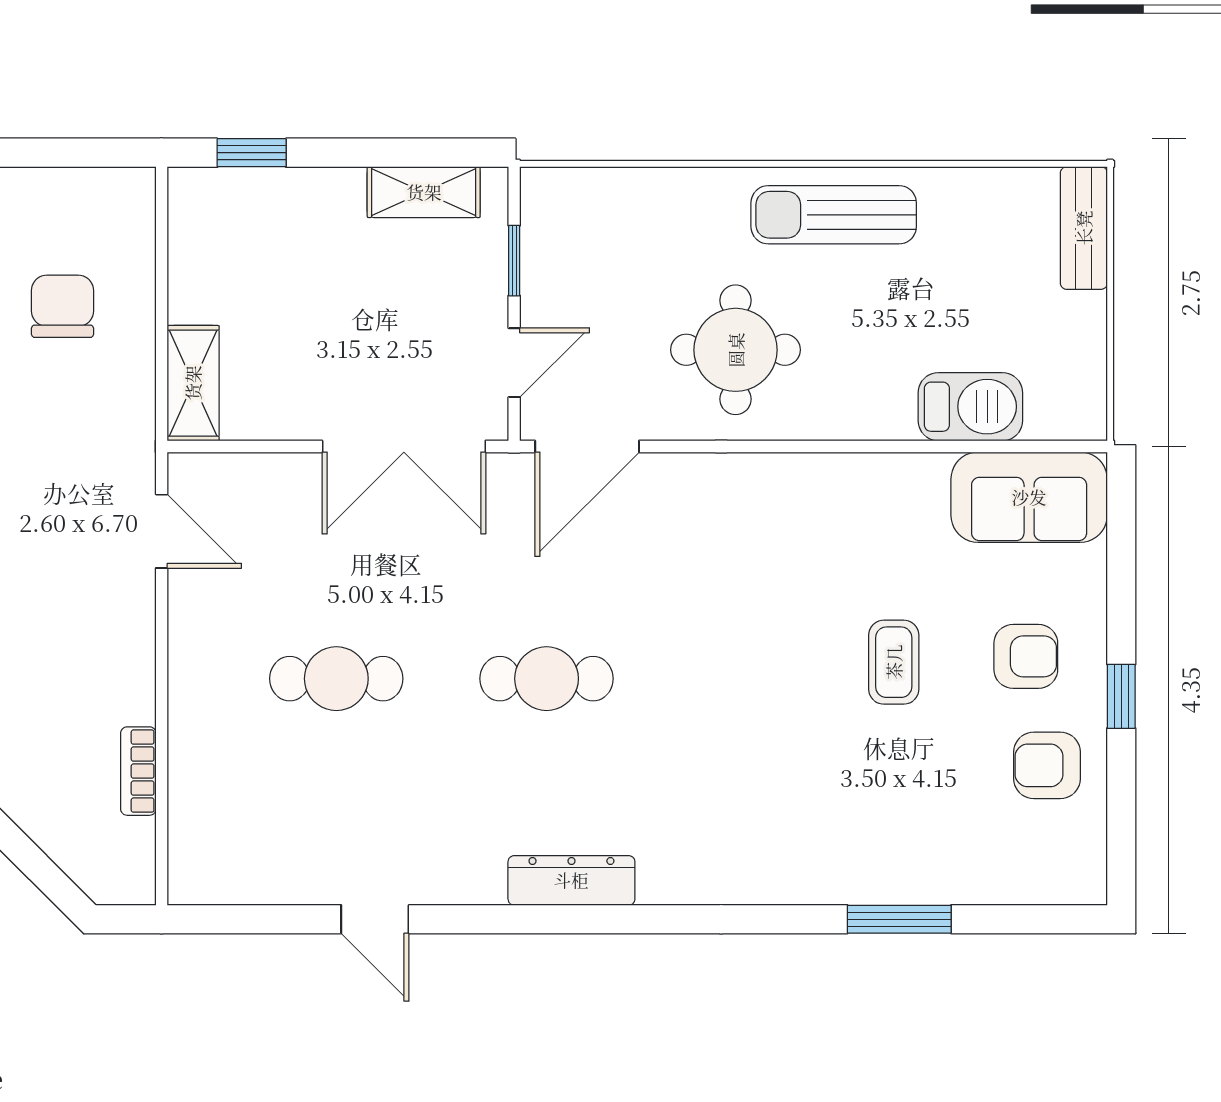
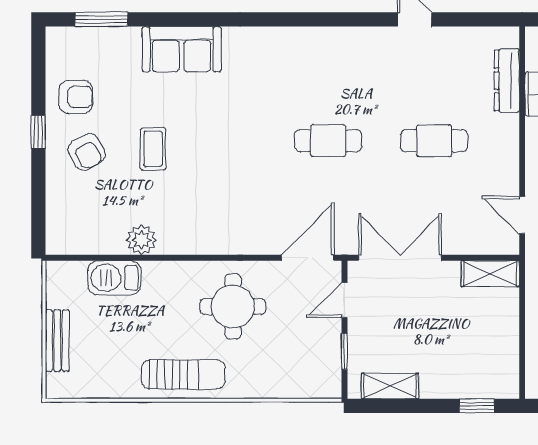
bench: (1084, 228) -> (57, 341), moved
shelving: (193, 383) -> (490, 274), moved, turned 90
plant: (917, 482) -> (141, 240), added
sofa: (1029, 497) -> (182, 49), moved, turned 180
armchair: (1026, 656) -> (87, 152), turned -118
dresser: (571, 880) -> (507, 81), moved, turned 90
window: (899, 919) -> (101, 19), moved

